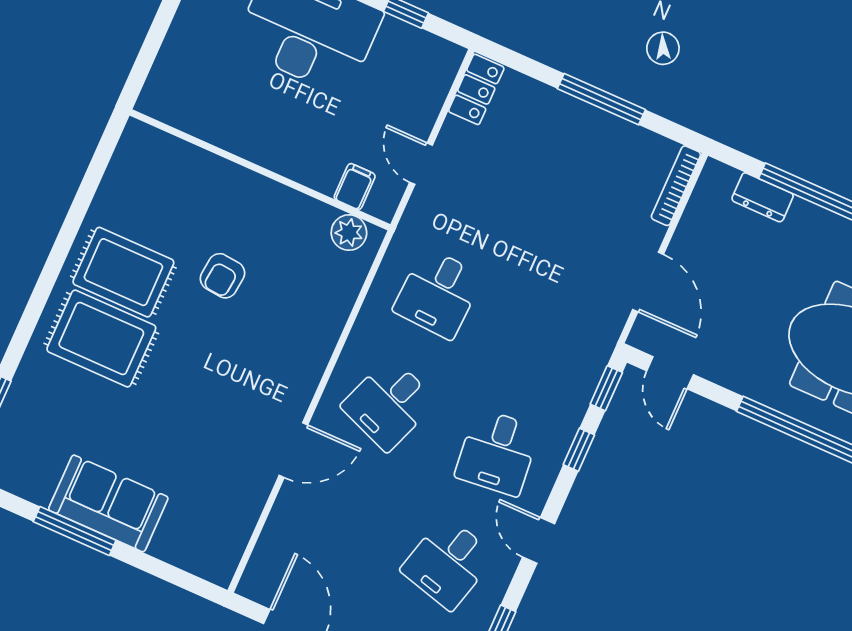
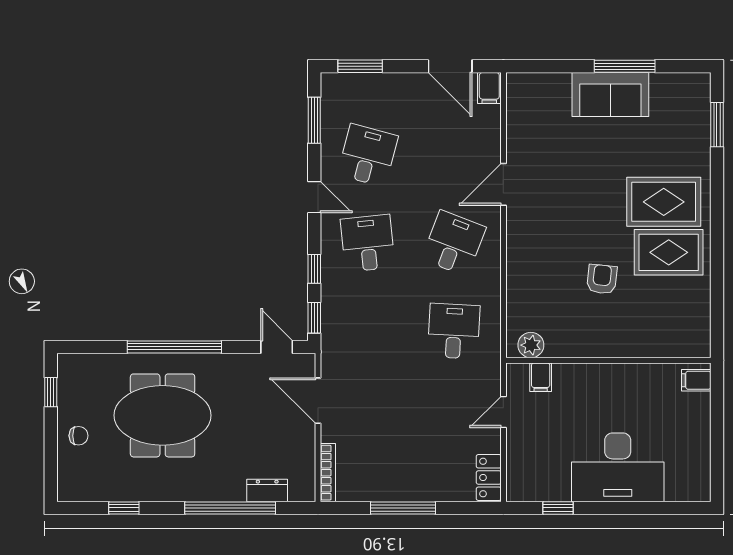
filing cabinet: (160, 96) -> (696, 380), added
door: (421, 164) -> (503, 412), swing flipped
filing cabinet: (257, 580) -> (489, 88), added

